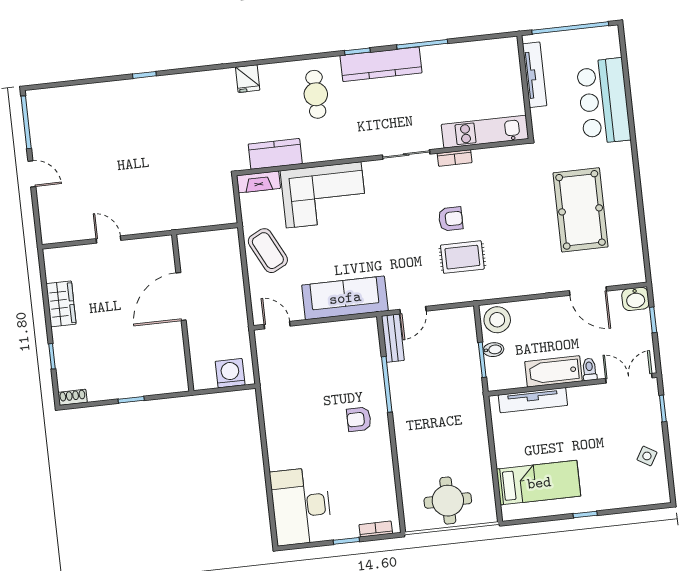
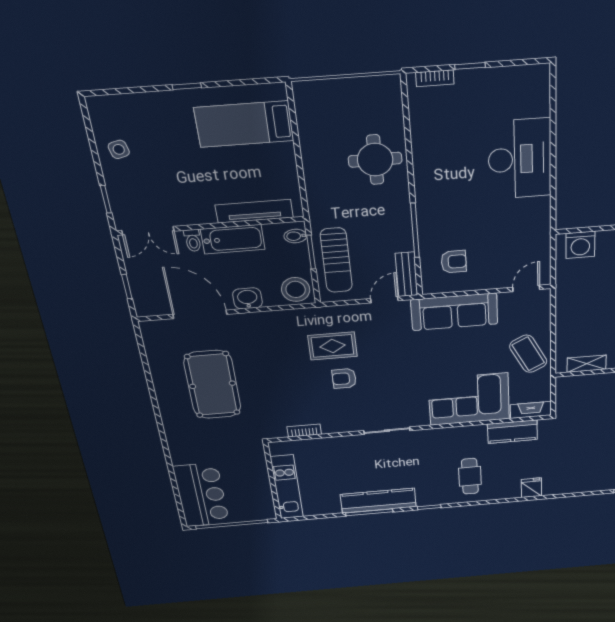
kitchen counter: (381, 64) -> (378, 501), moved
tv unit: (535, 75) -> (264, 491), removed
bar counter: (604, 101) -> (201, 495), moved
kitchen unit: (485, 132) -> (287, 487), moved, turned -90
bookcase: (455, 158) -> (304, 431), moved
shelving: (207, 240) -> (587, 364), added
door: (588, 291) -> (200, 314), width x1.36
washbasin: (635, 299) -> (247, 298), moved
door: (277, 325) -> (526, 288), swing flipped
bidet: (493, 350) -> (295, 236), moved
sun lounger: (459, 352) -> (336, 260), added
armchair: (359, 419) -> (454, 262), moved
side table: (647, 456) -> (119, 149), turned 45
round table: (448, 501) -> (375, 160), moved
desk: (301, 506) -> (520, 159), moved

